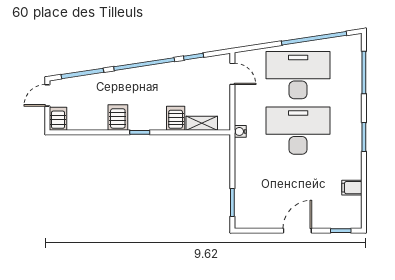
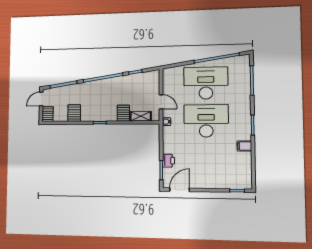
door: (232, 74) -> (161, 102), moved
server rack: (118, 117) -> (74, 113), moved
filing cabinet: (352, 188) -> (244, 146), moved
printer: (243, 189) -> (168, 161), added
door: (297, 231) -> (180, 190), moved

